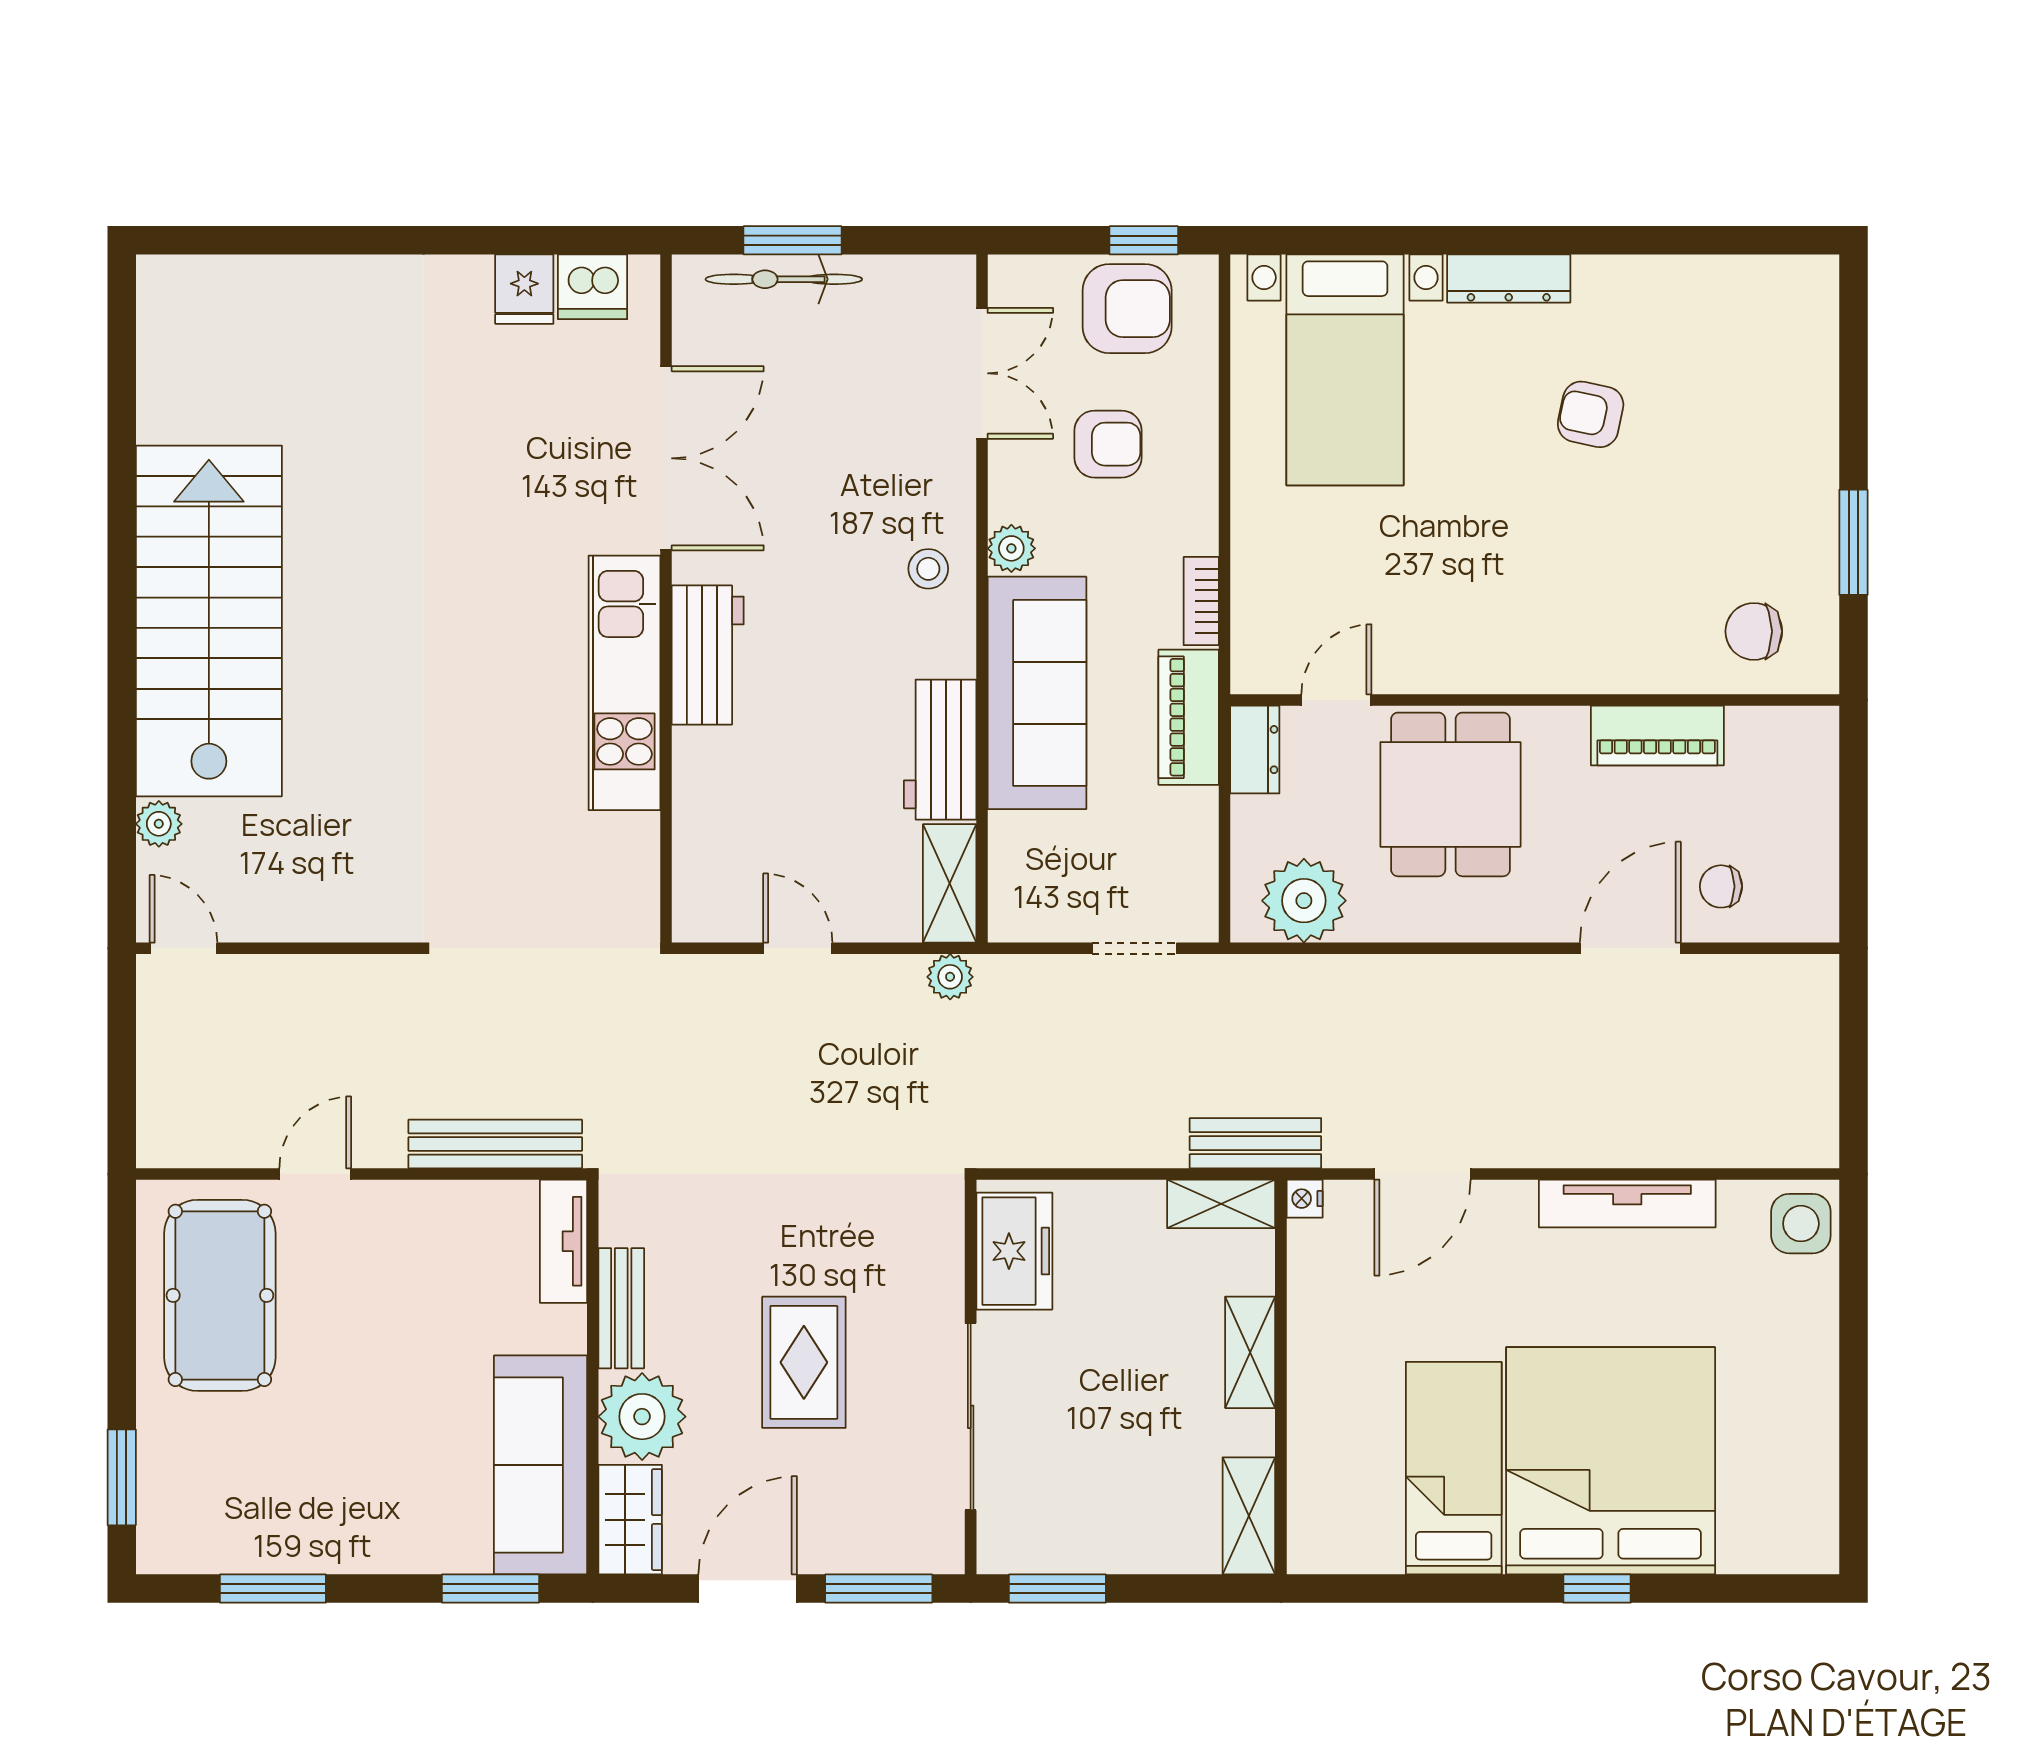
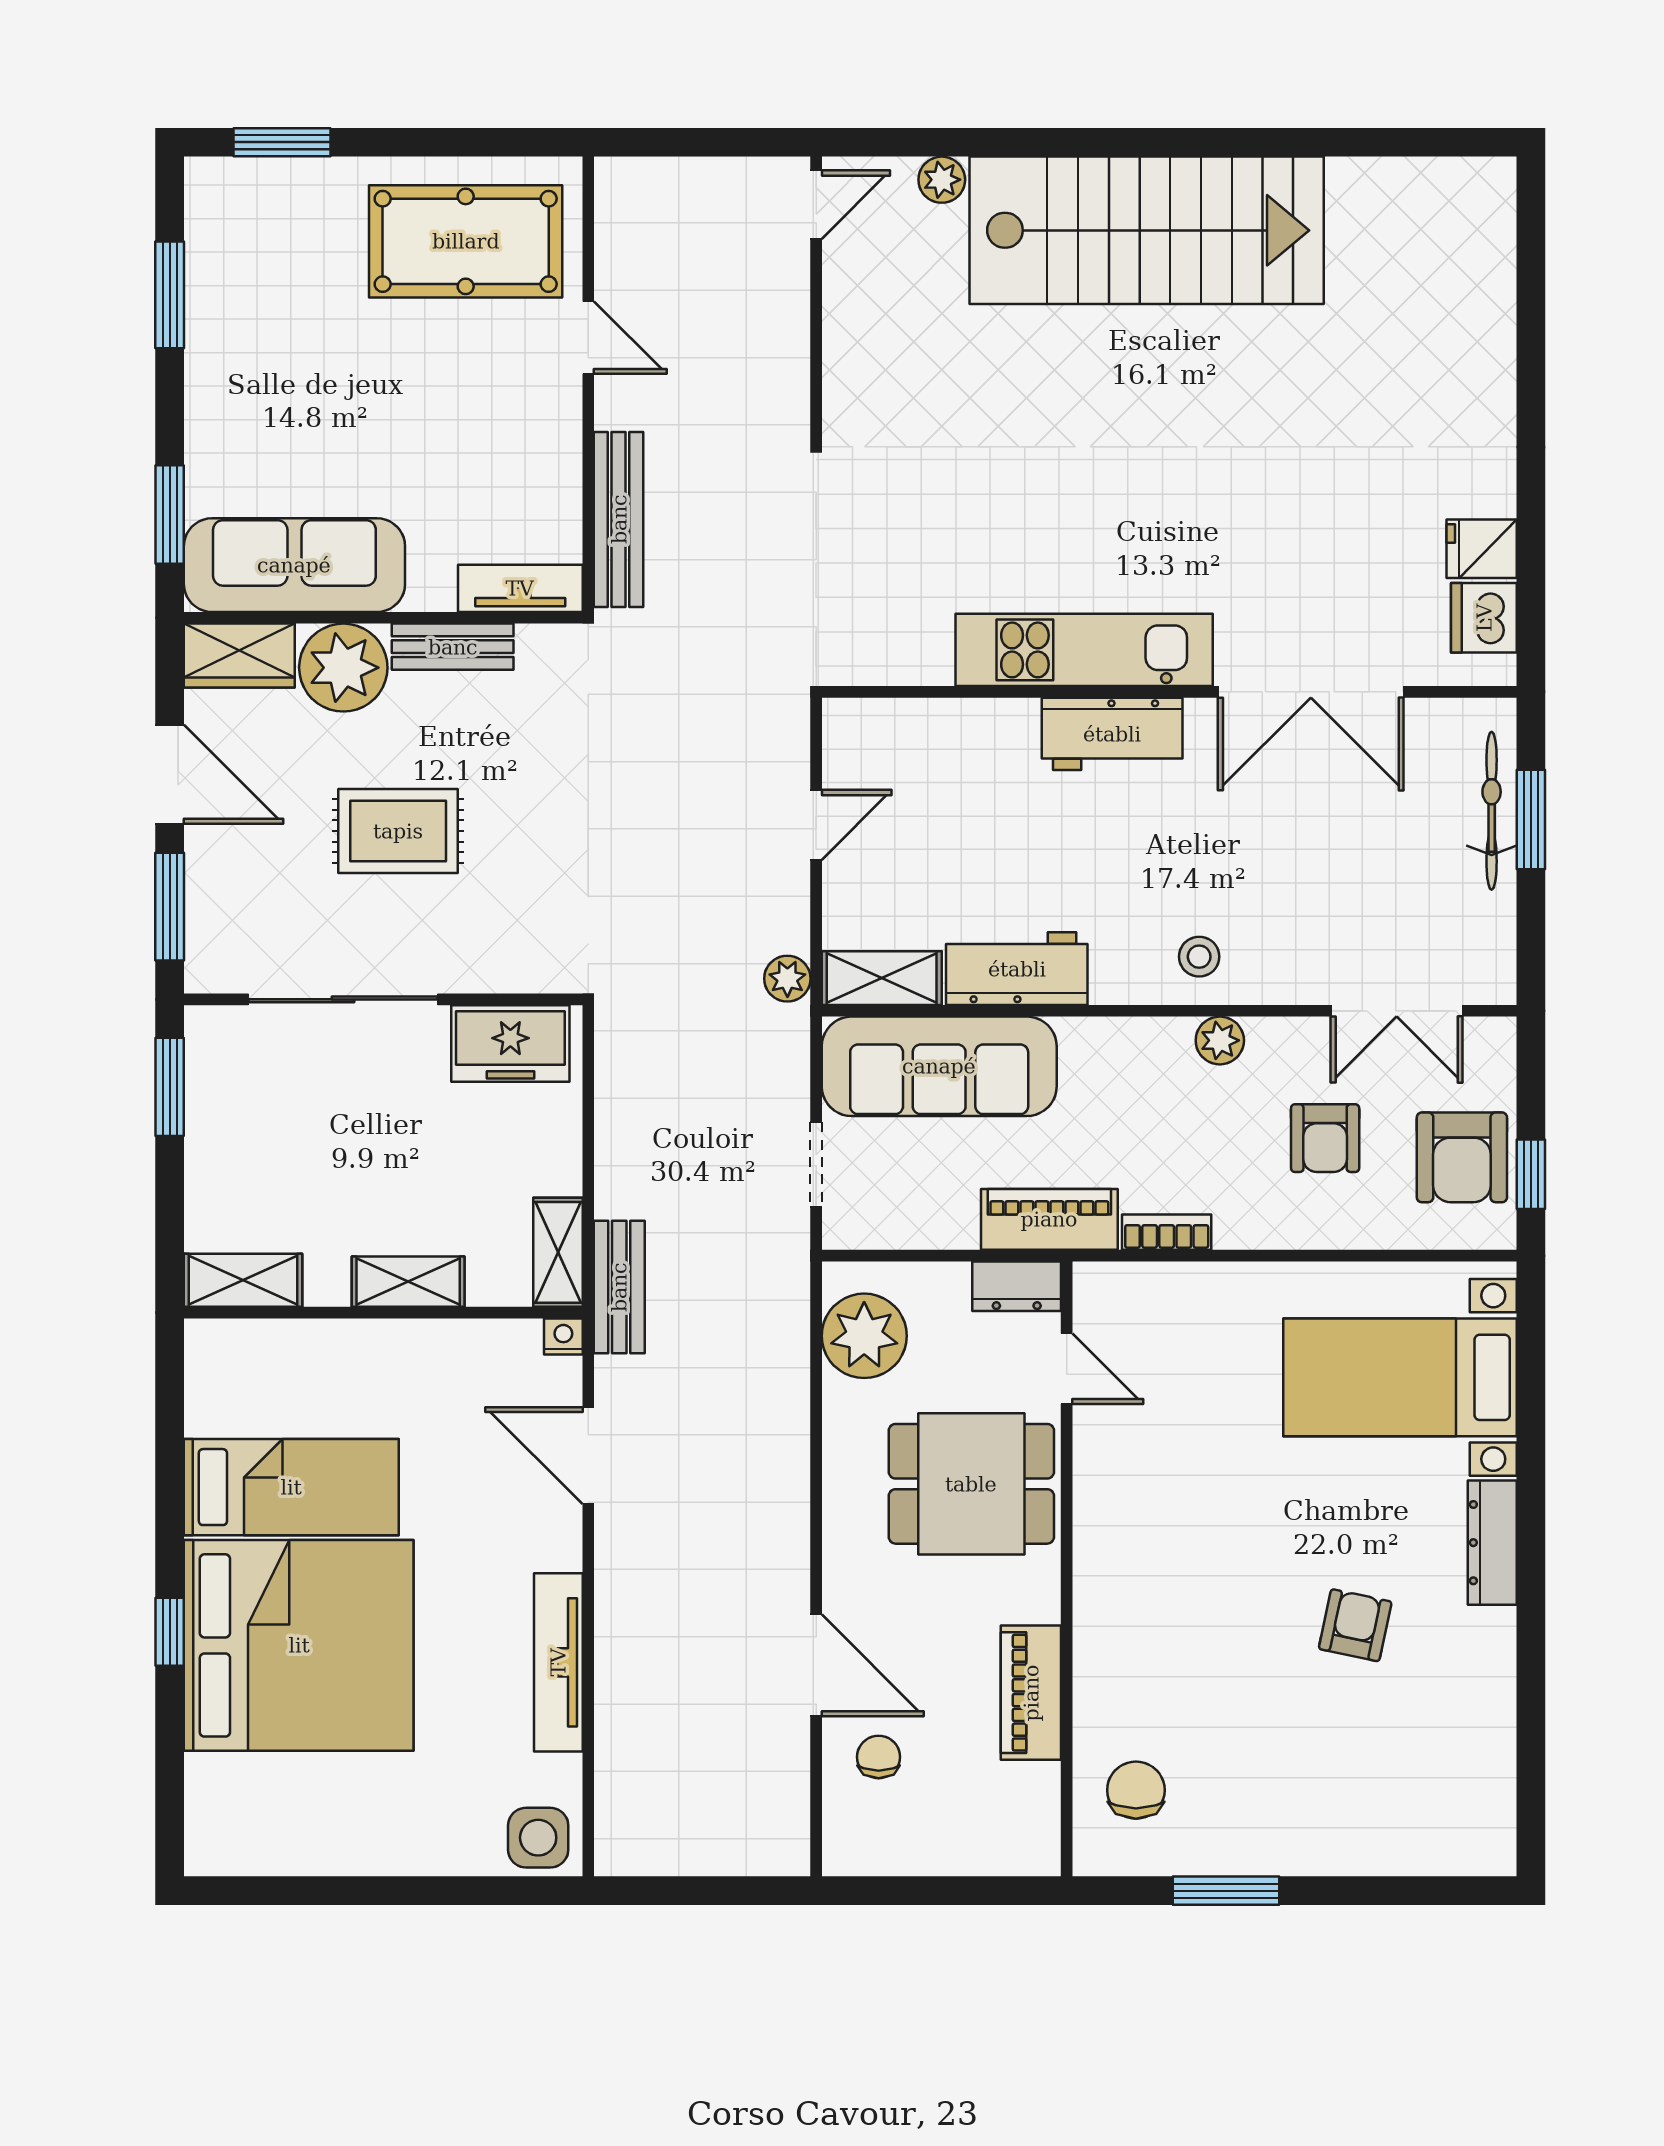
sofa: (1037, 693) -> (939, 1066), moved

